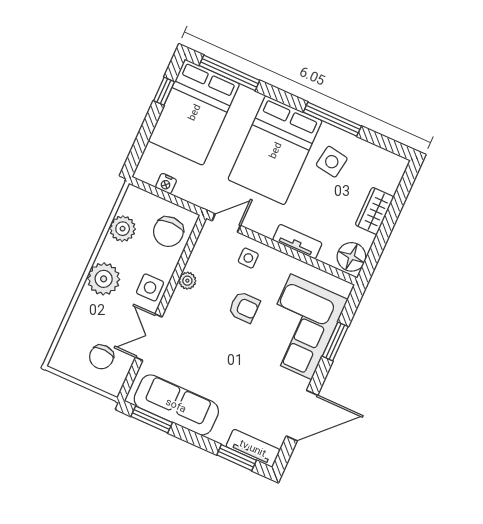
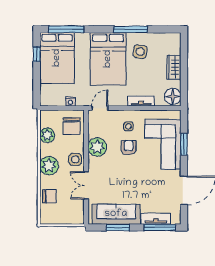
nightstand: (166, 184) -> (70, 102), moved
side table: (248, 258) -> (128, 126), moved
plant: (187, 281) -> (97, 147), width x1.88, depth x1.88
armchair: (244, 307) -> (129, 148), turned -90
chair: (101, 357) -> (50, 196), moved, turned -93
window: (152, 419) -> (118, 227), moved
tv unit: (253, 448) -> (156, 219), moved
window: (237, 458) -> (160, 227), width x1.44

